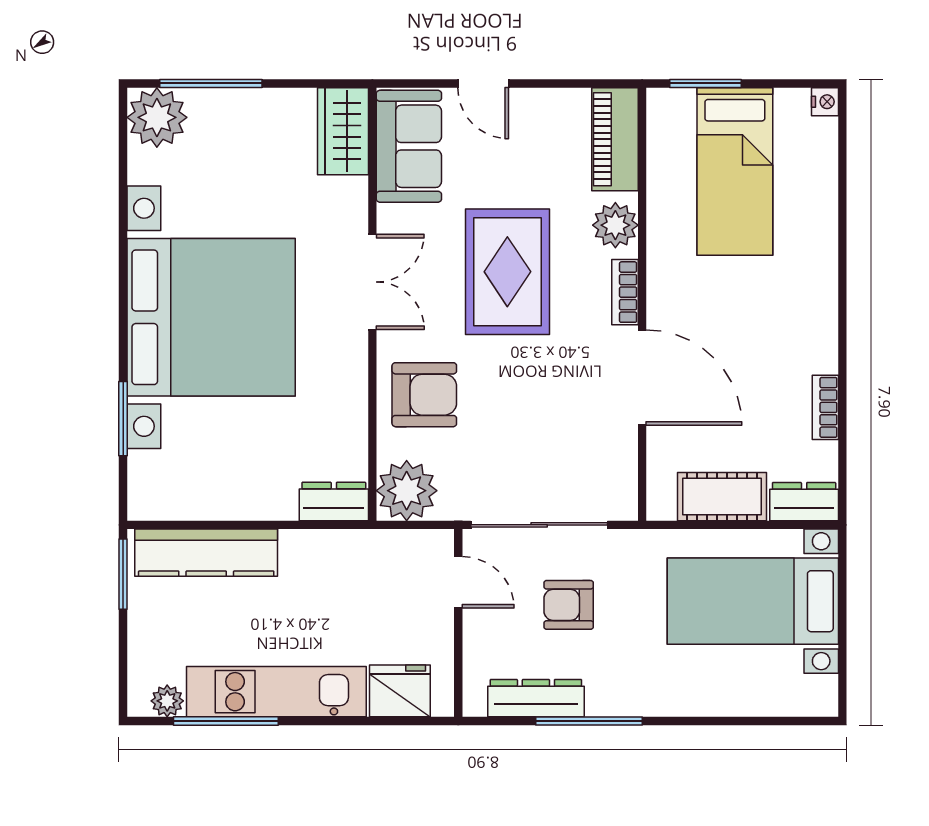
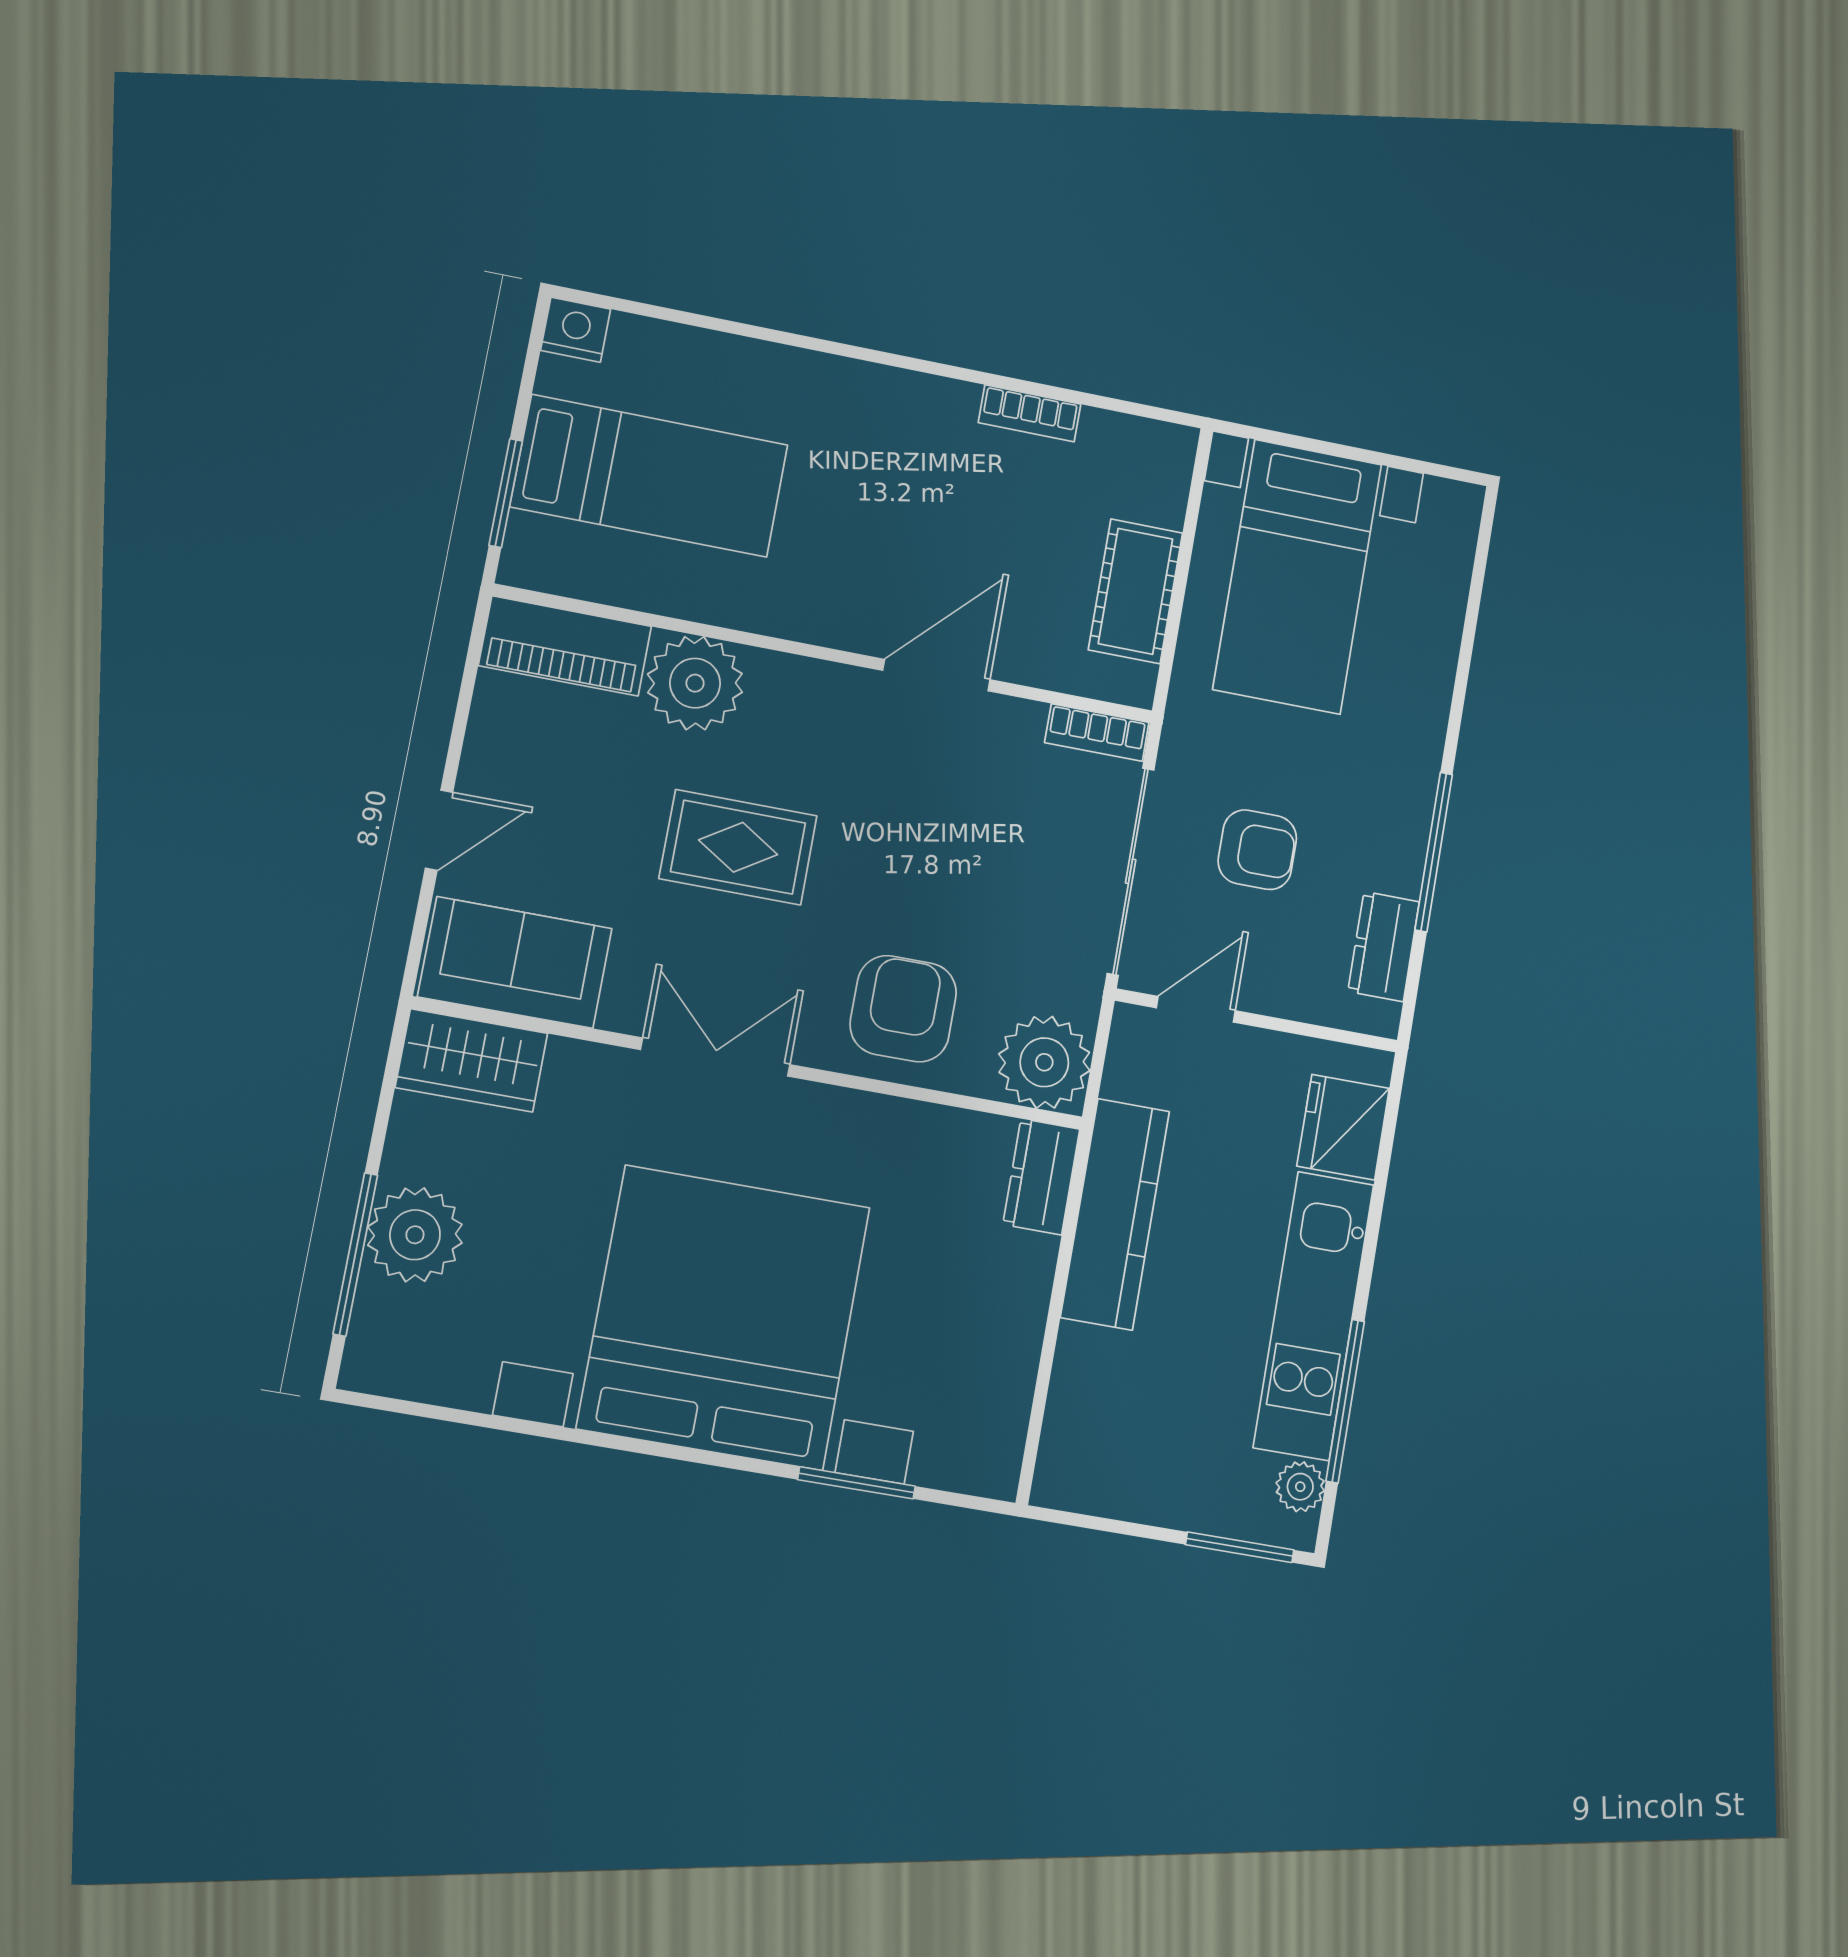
nightstand: (825, 102) -> (576, 330), width x1.39, depth x1.35
plant: (157, 117) -> (415, 1235), moved
plant: (615, 225) -> (695, 683), width x1.36, depth x1.36
rug: (507, 272) -> (738, 847), width x0.73, depth x0.70
bookcase: (625, 292) -> (1097, 732), moved
door: (642, 378) -> (936, 675), width x0.73
dresser: (804, 502) -> (1164, 473), removed
kitchen counter: (206, 553) -> (1115, 1214), moved
window: (123, 574) -> (1240, 1547), moved
armchair: (569, 605) -> (1257, 850), turned -90
dresser: (536, 698) -> (1384, 946), width x0.70

